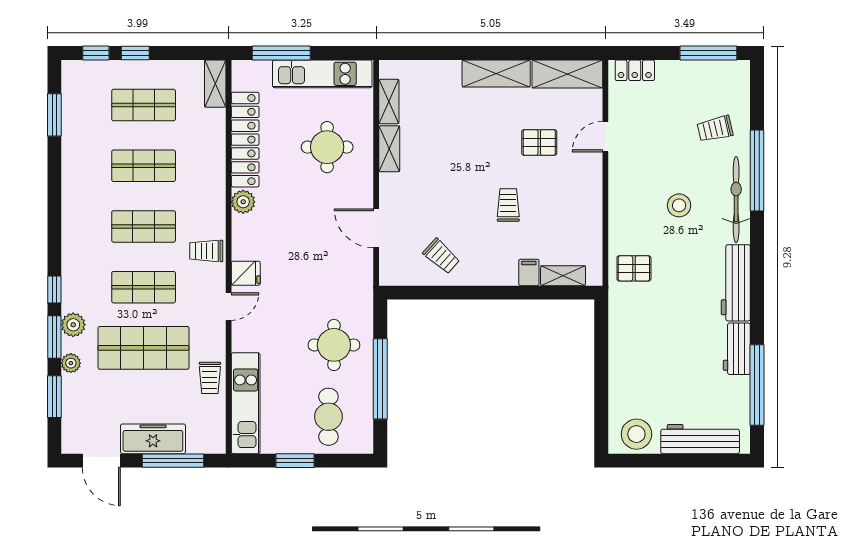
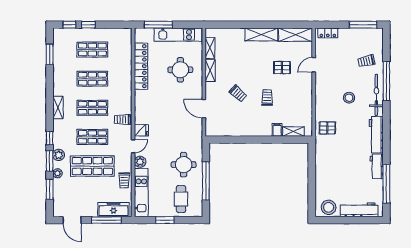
shelving: (215, 84) -> (58, 107), moved
plant: (243, 202) -> (140, 162), moved
trolley: (441, 256) -> (238, 93), moved
freezer: (153, 439) -> (114, 210), moved

